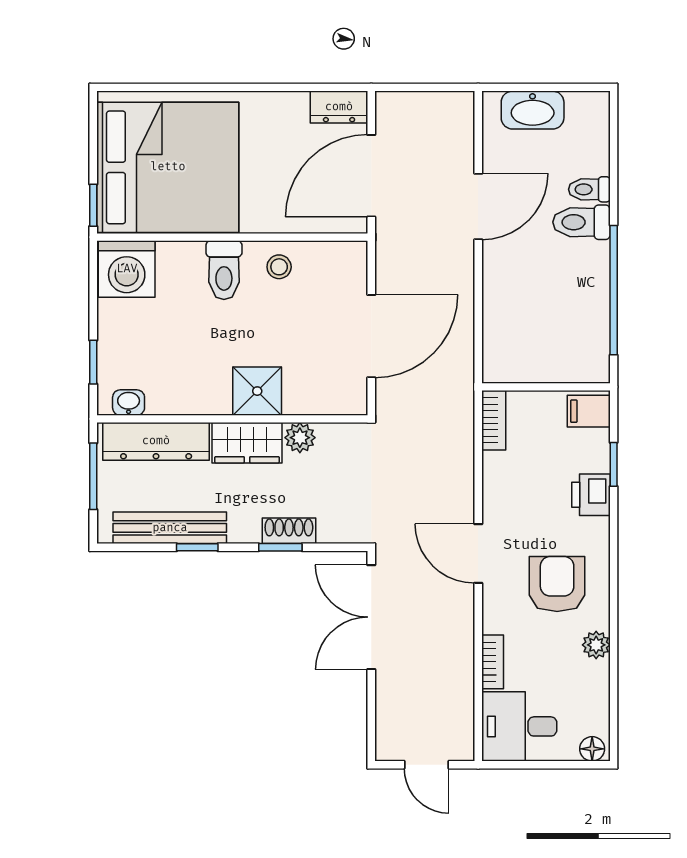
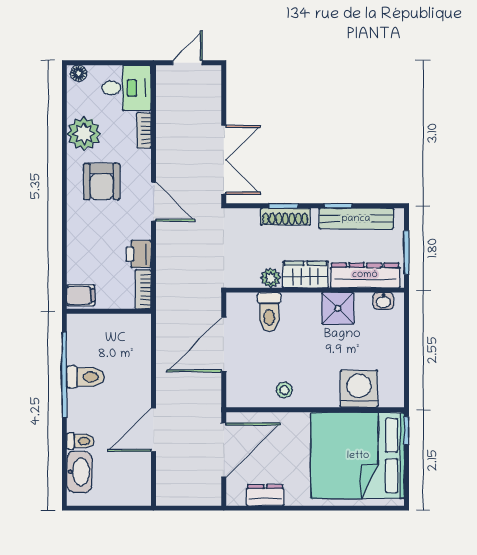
dresser: (339, 107) -> (265, 495), moved
washbasin: (533, 110) -> (79, 472), moved, turned 90
toilet: (582, 222) -> (85, 377), moved
washing machine: (127, 269) -> (359, 389), moved
toilet: (224, 270) -> (269, 312), moved, turned 180
window: (93, 362) -> (407, 328), removed
shower: (257, 391) -> (338, 308), moved
window: (614, 464) -> (64, 260), removed
printer: (591, 495) -> (139, 254), moved, turned 180
shoe rack: (289, 531) -> (285, 217), width x1.43
plant: (596, 645) -> (84, 134), width x1.87, depth x1.87
door: (427, 765) -> (187, 63), hinge flipped

